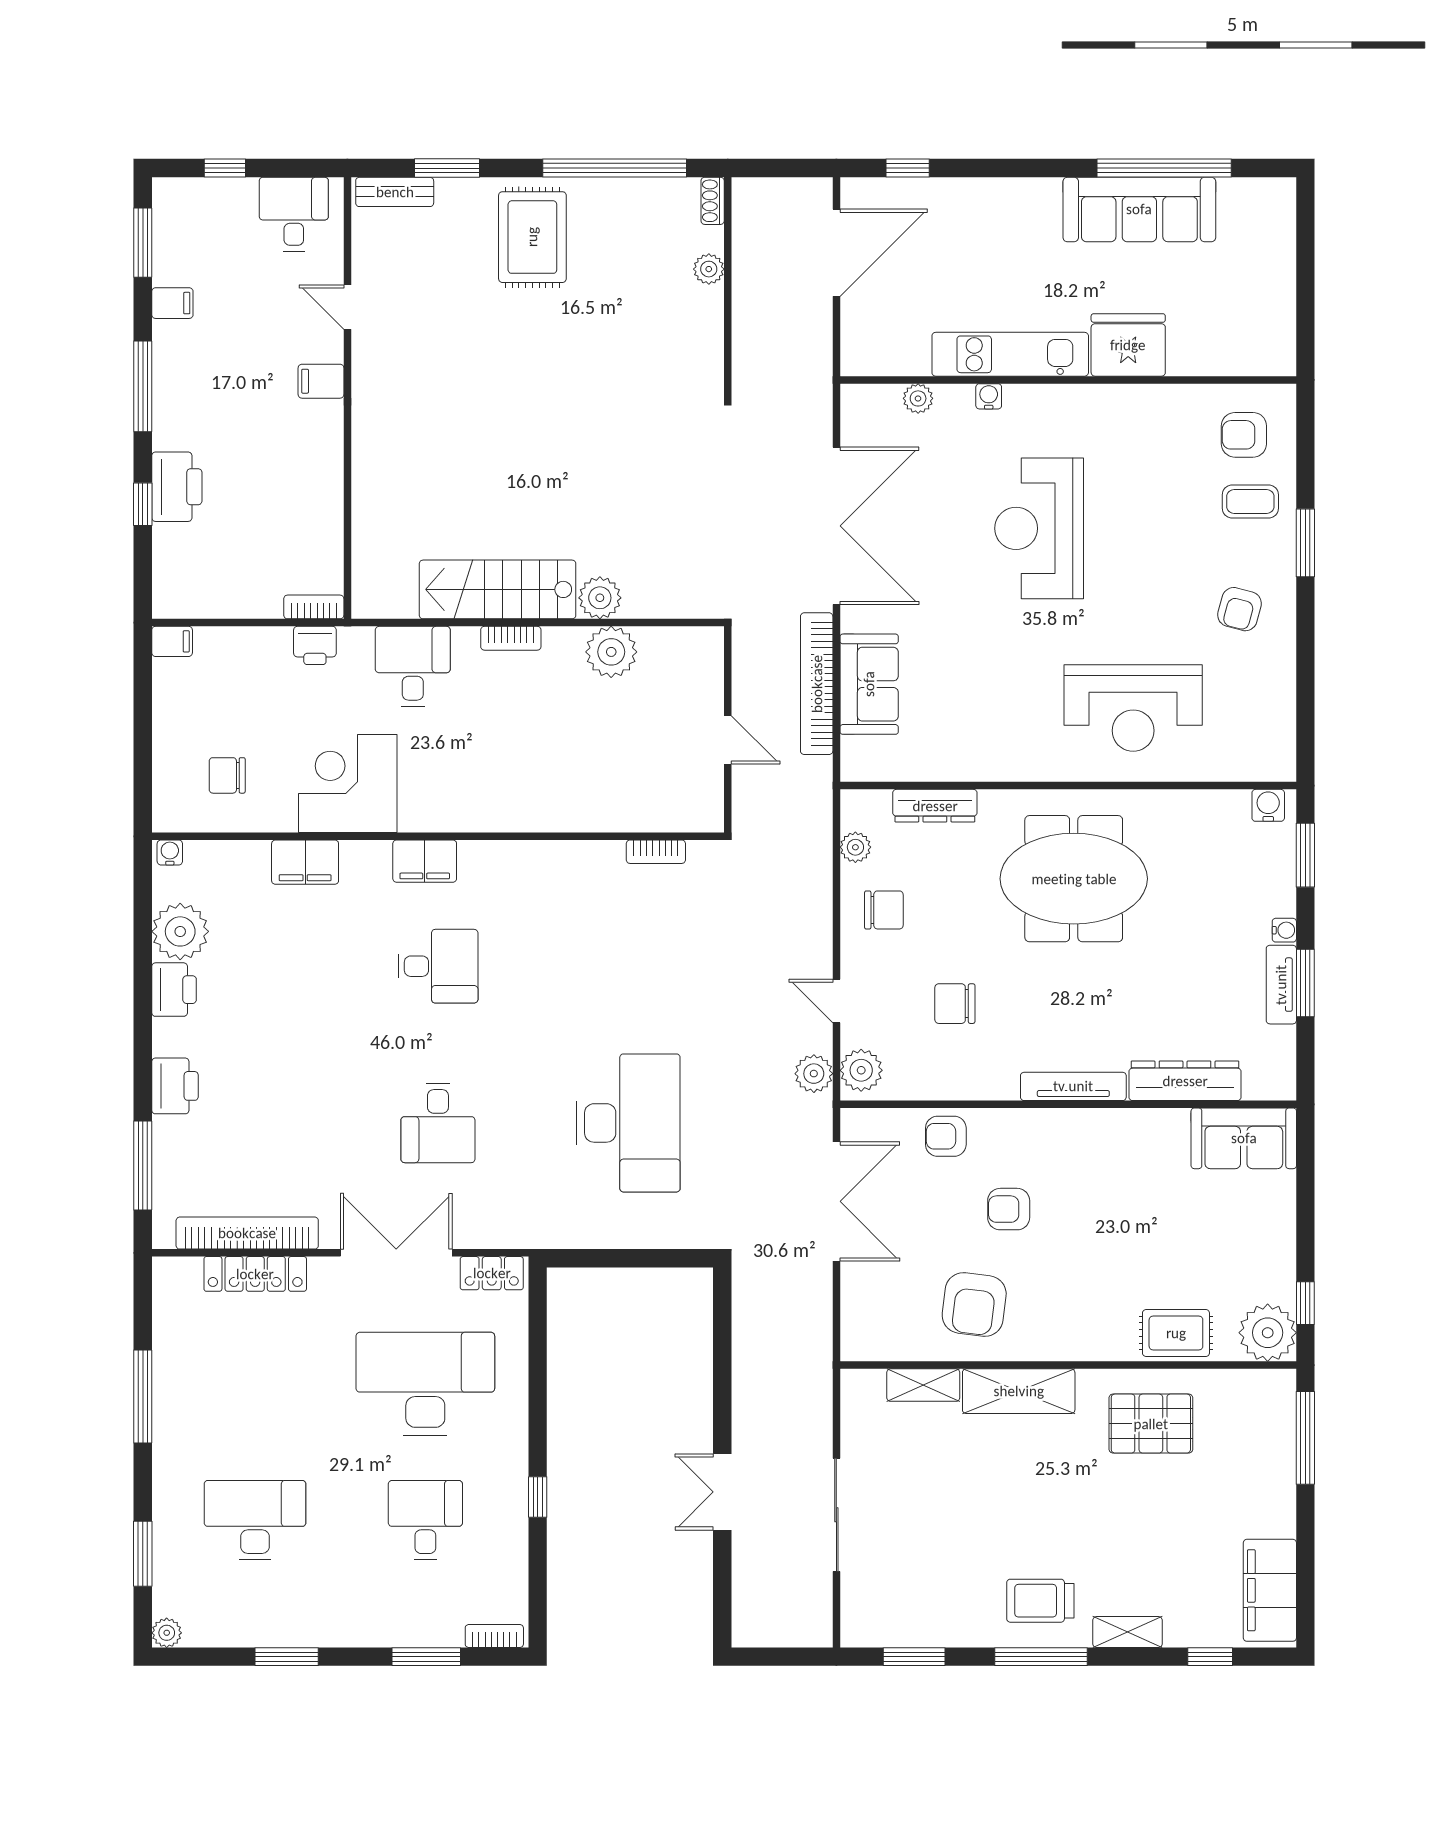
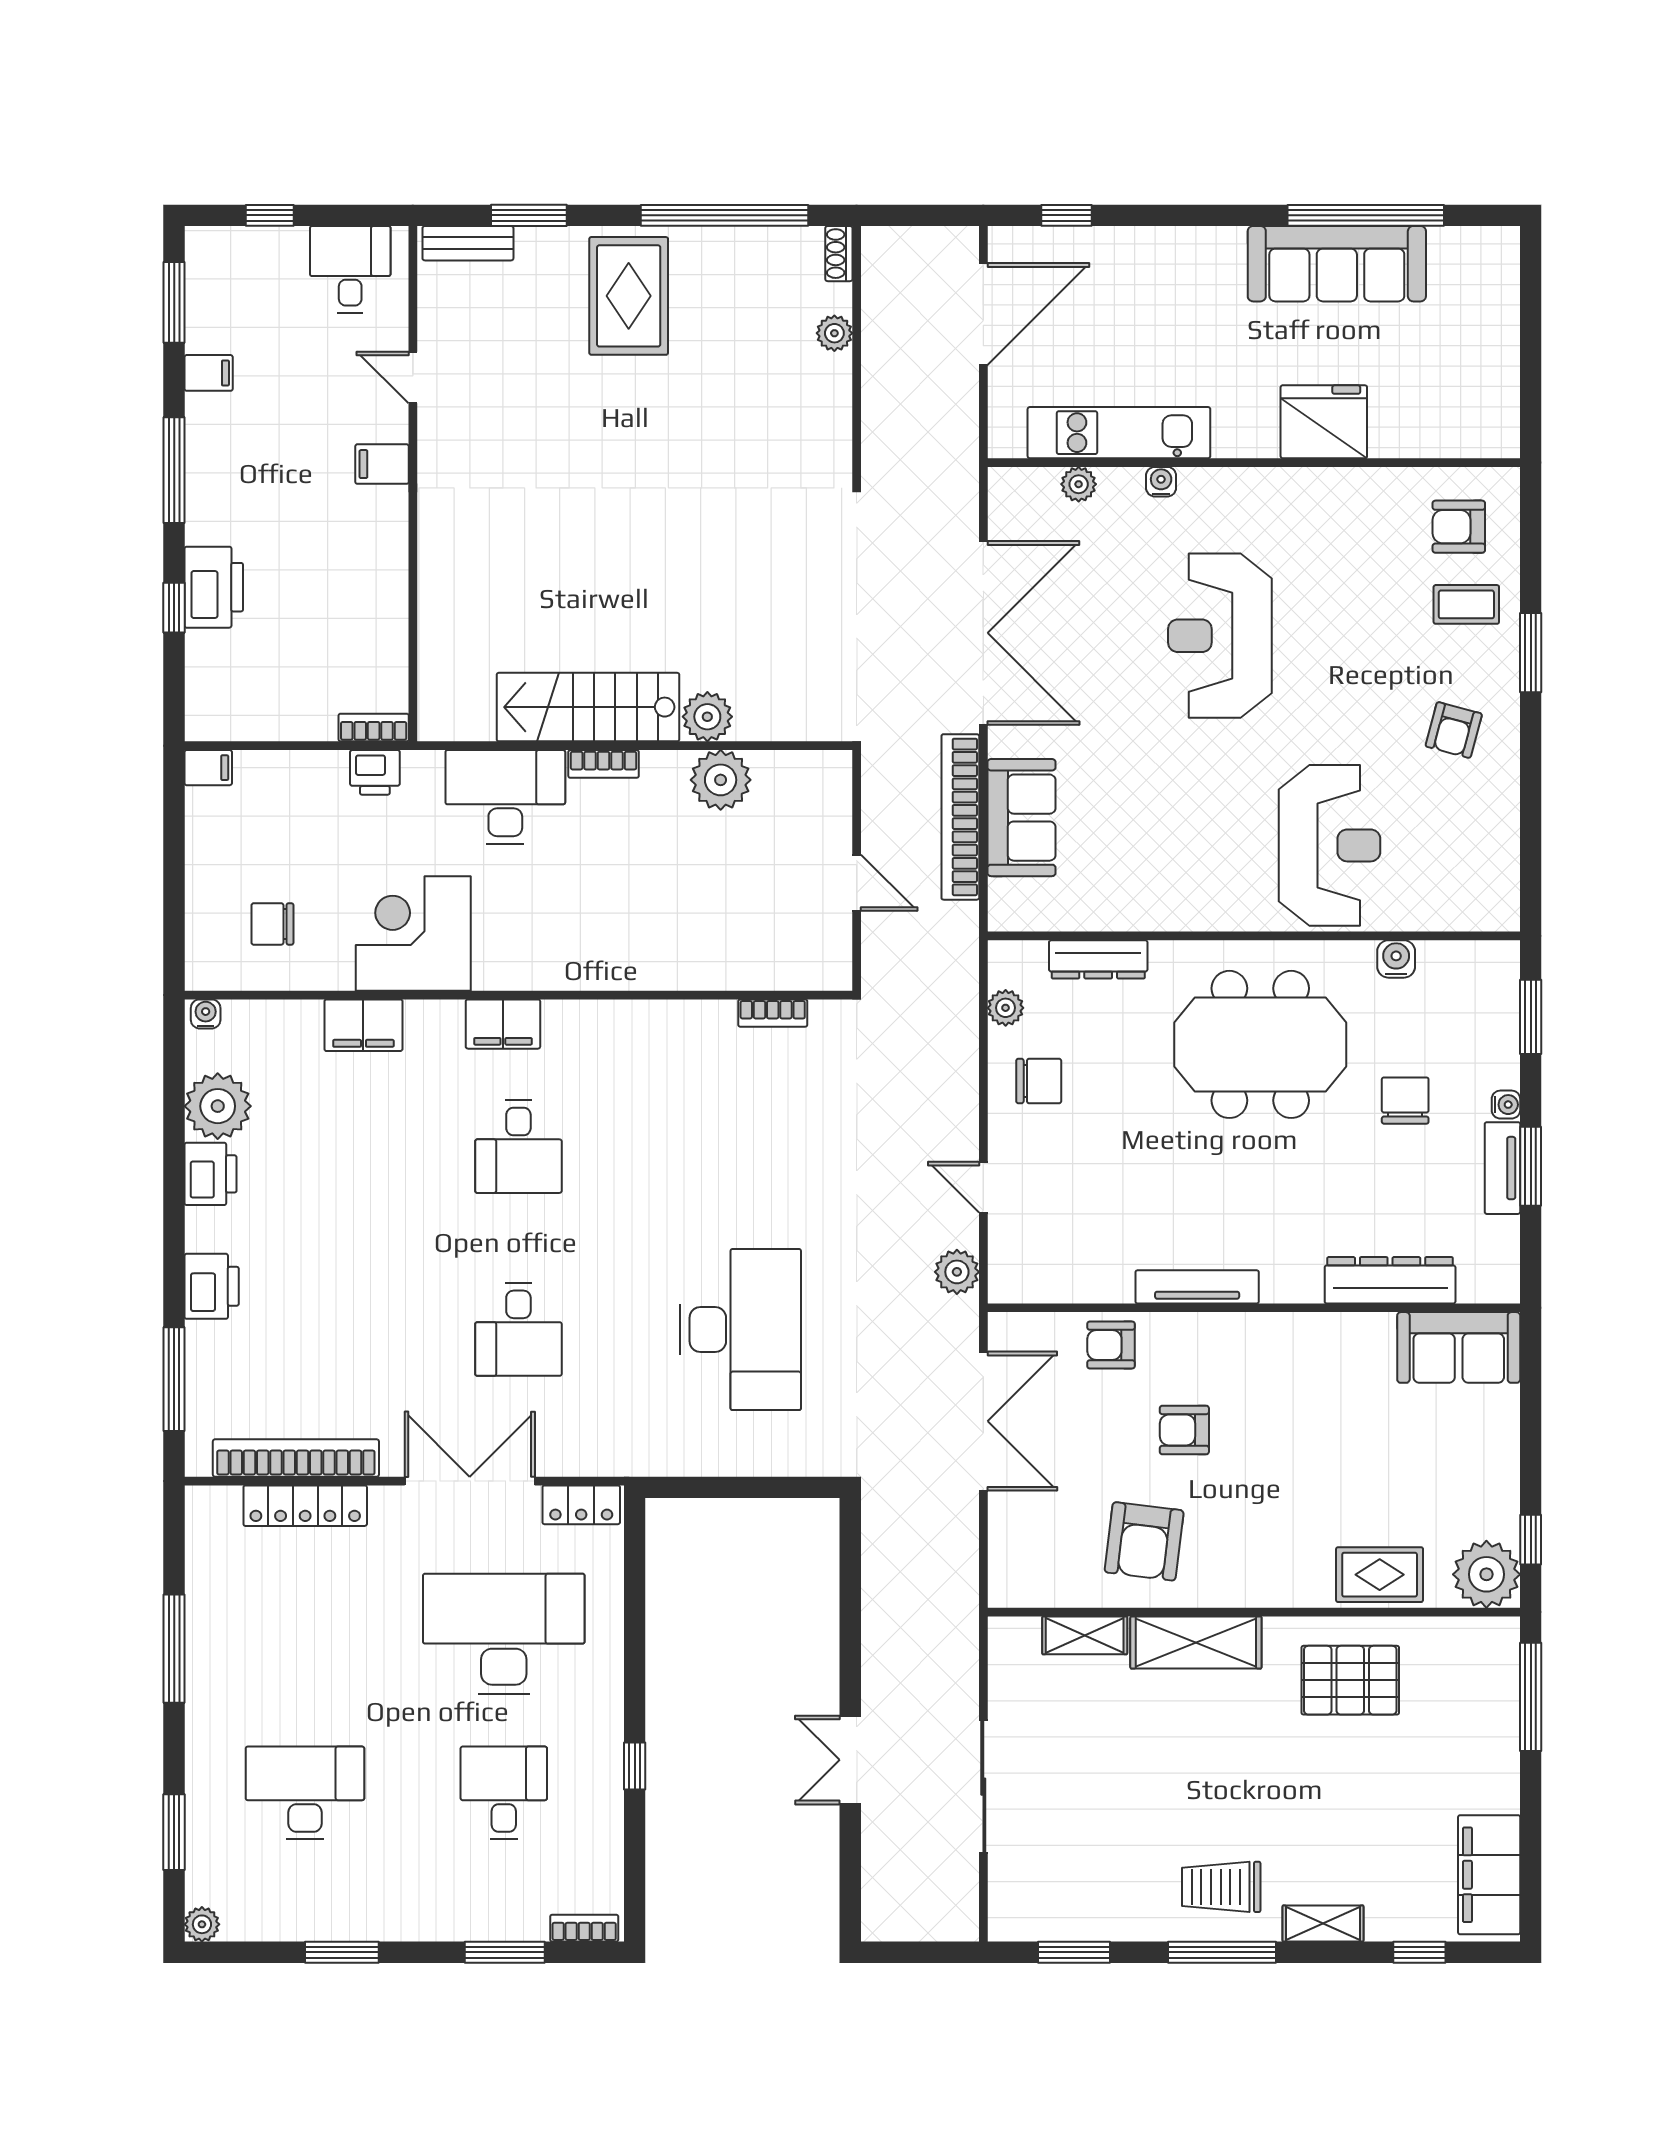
kitchen unit: (1010, 354) -> (1119, 433), moved
desk: (413, 666) -> (505, 797), width x1.37
reception desk: (1133, 708) -> (1330, 845), turned -90
water cooler: (1268, 805) -> (1396, 959), moved
desk: (438, 966) -> (518, 1147), turned 90
chair: (955, 1004) -> (1405, 1101), moved, turned 90
plant: (861, 1070) -> (1012, 1268), removed
tv unit: (1073, 1086) -> (1197, 1287), moved

